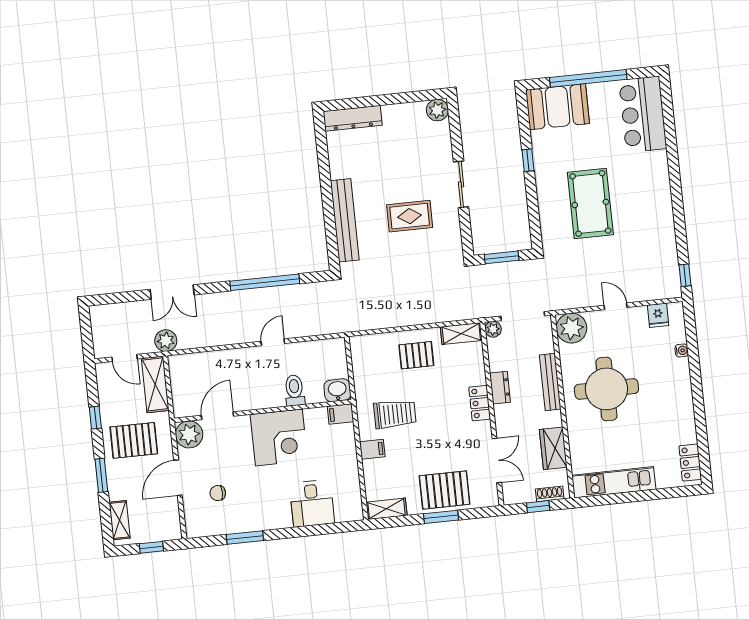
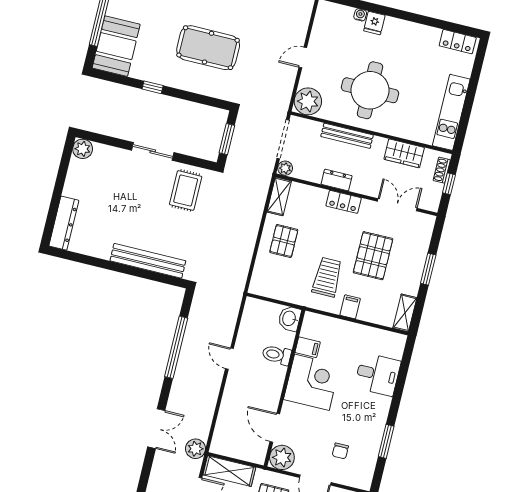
rug: (410, 216) -> (186, 190), moved
fridge: (658, 315) -> (374, 23), moved, turned 90
filing cabinet: (341, 414) -> (308, 347), moved, turned -90
pallet: (445, 490) -> (373, 256), moved

